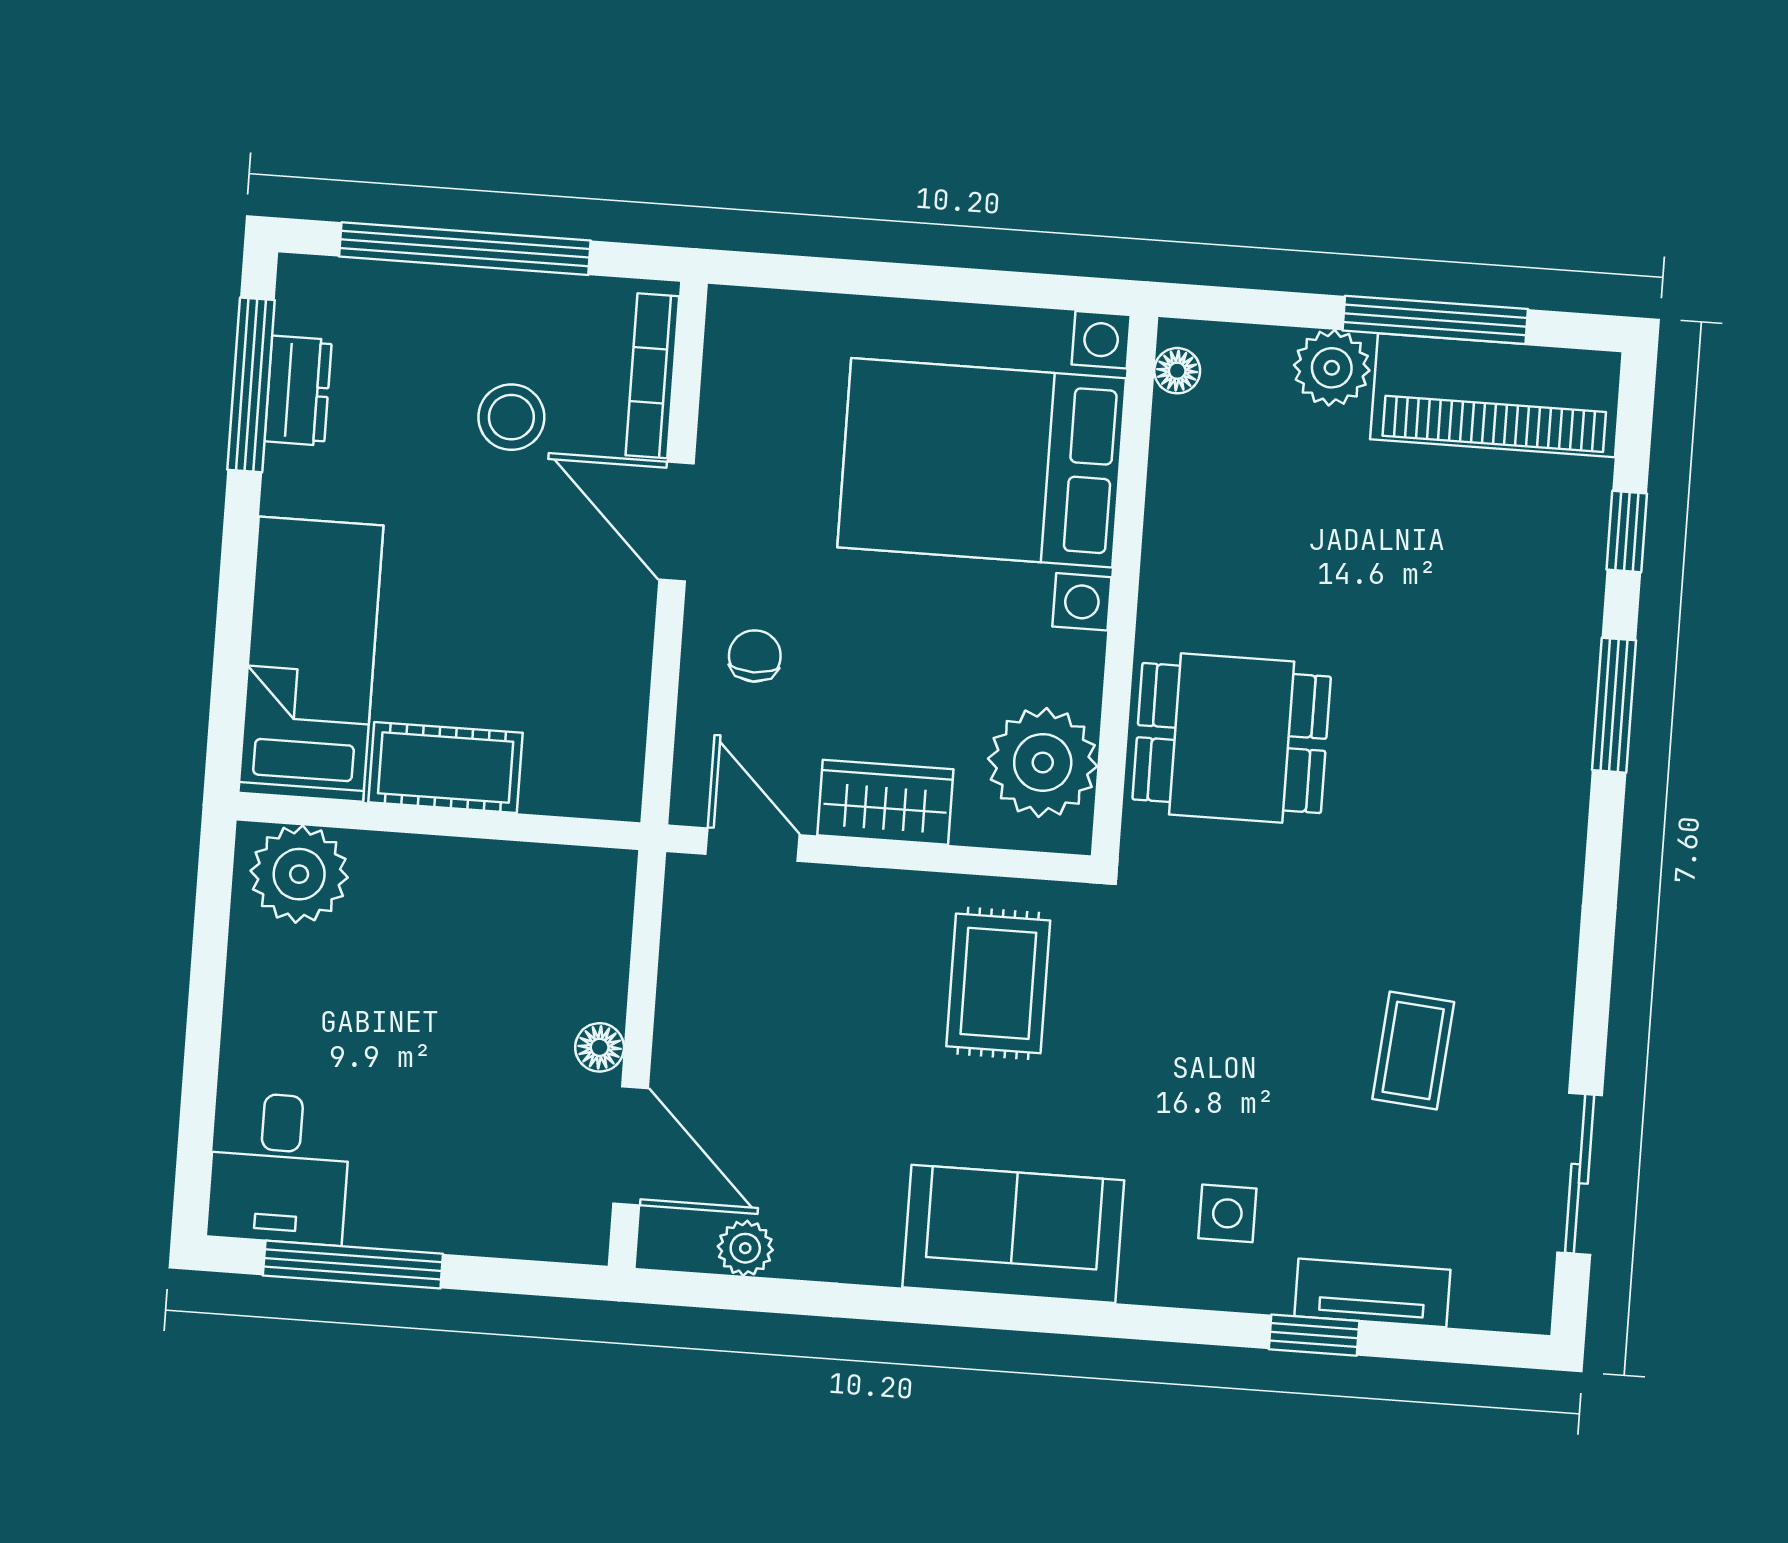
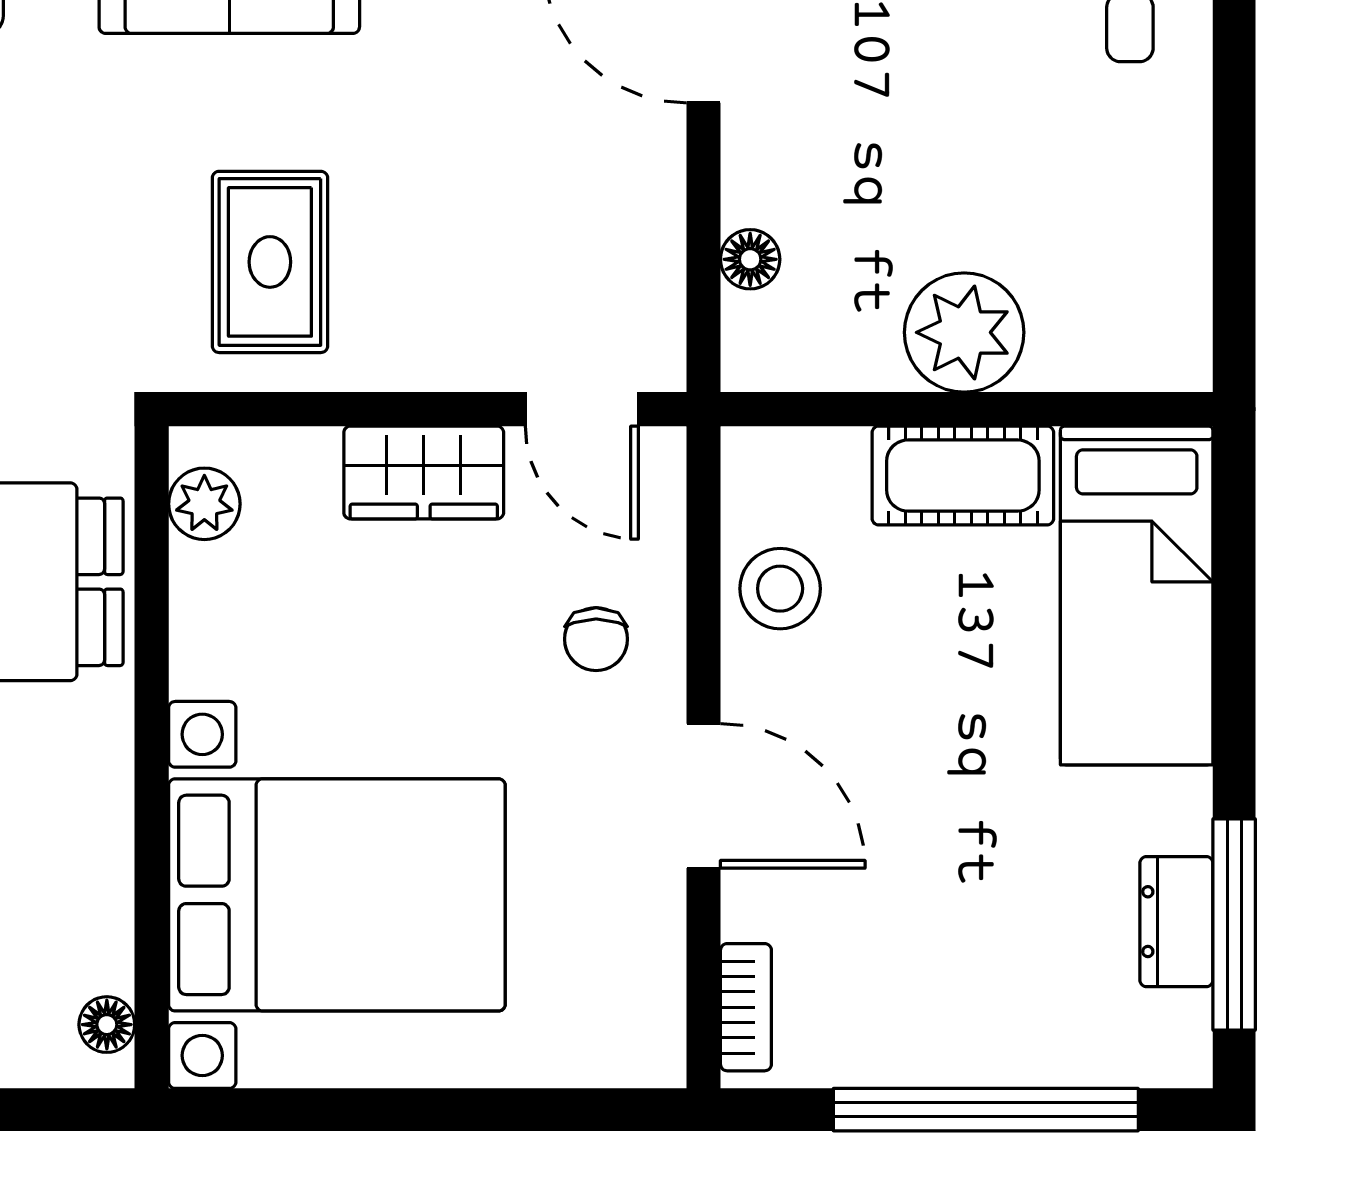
bookcase: (652, 376) -> (746, 1007), width x0.64
stool: (511, 417) -> (780, 589), moved
plant: (1043, 762) -> (204, 504), width x0.53, depth x0.53
plant: (299, 874) -> (964, 332), moved
floor lamp: (600, 1047) -> (750, 259), moved

